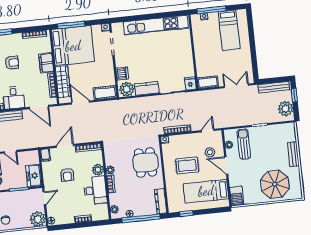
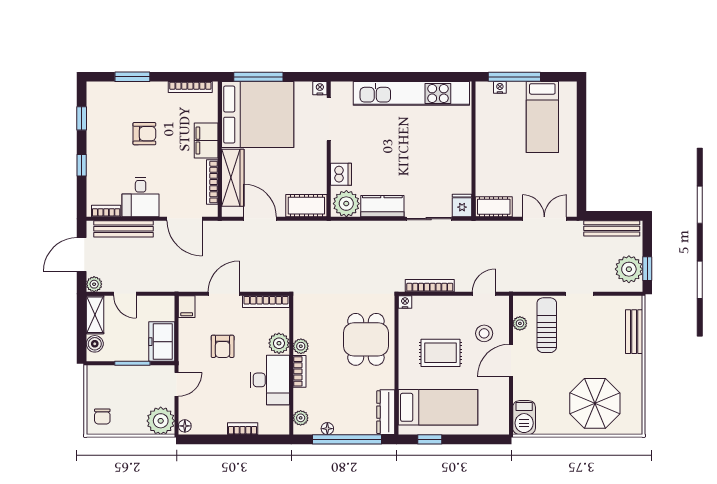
window: (294, 95) -> (647, 269), moved
bench: (293, 154) -> (634, 332), moved
door: (226, 165) -> (511, 360), hinge flipped
bed: (206, 191) -> (438, 407), moved, turned 180

